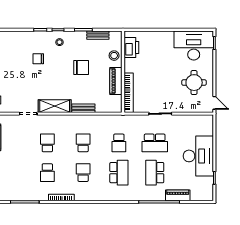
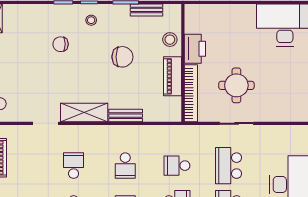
printer: (131, 48) -> (195, 49), moved
round table: (194, 83) -> (236, 85), moved
school desk: (83, 143) -> (125, 166), turned 180
school desk: (119, 143) -> (177, 166), turned 90
school desk: (155, 143) -> (229, 166), turned 90

